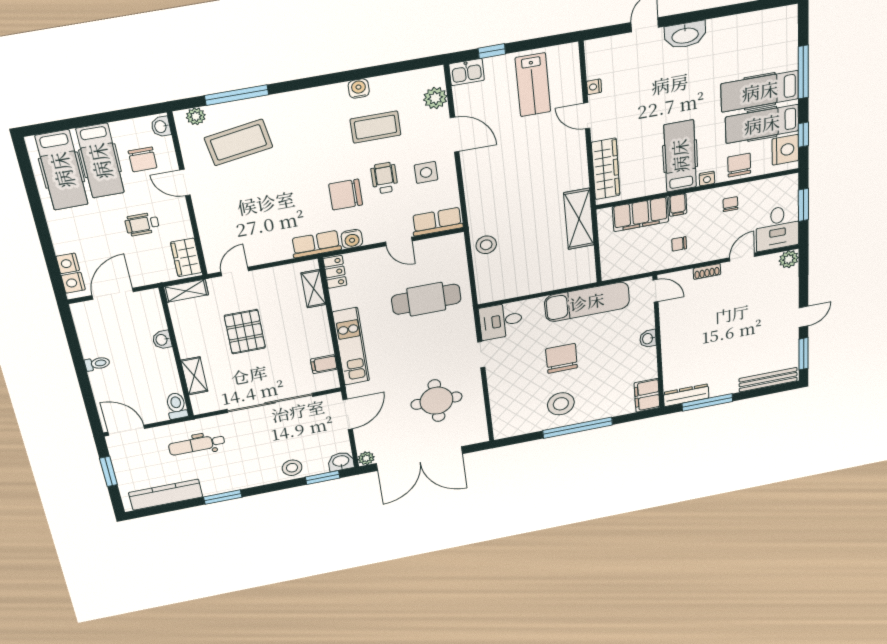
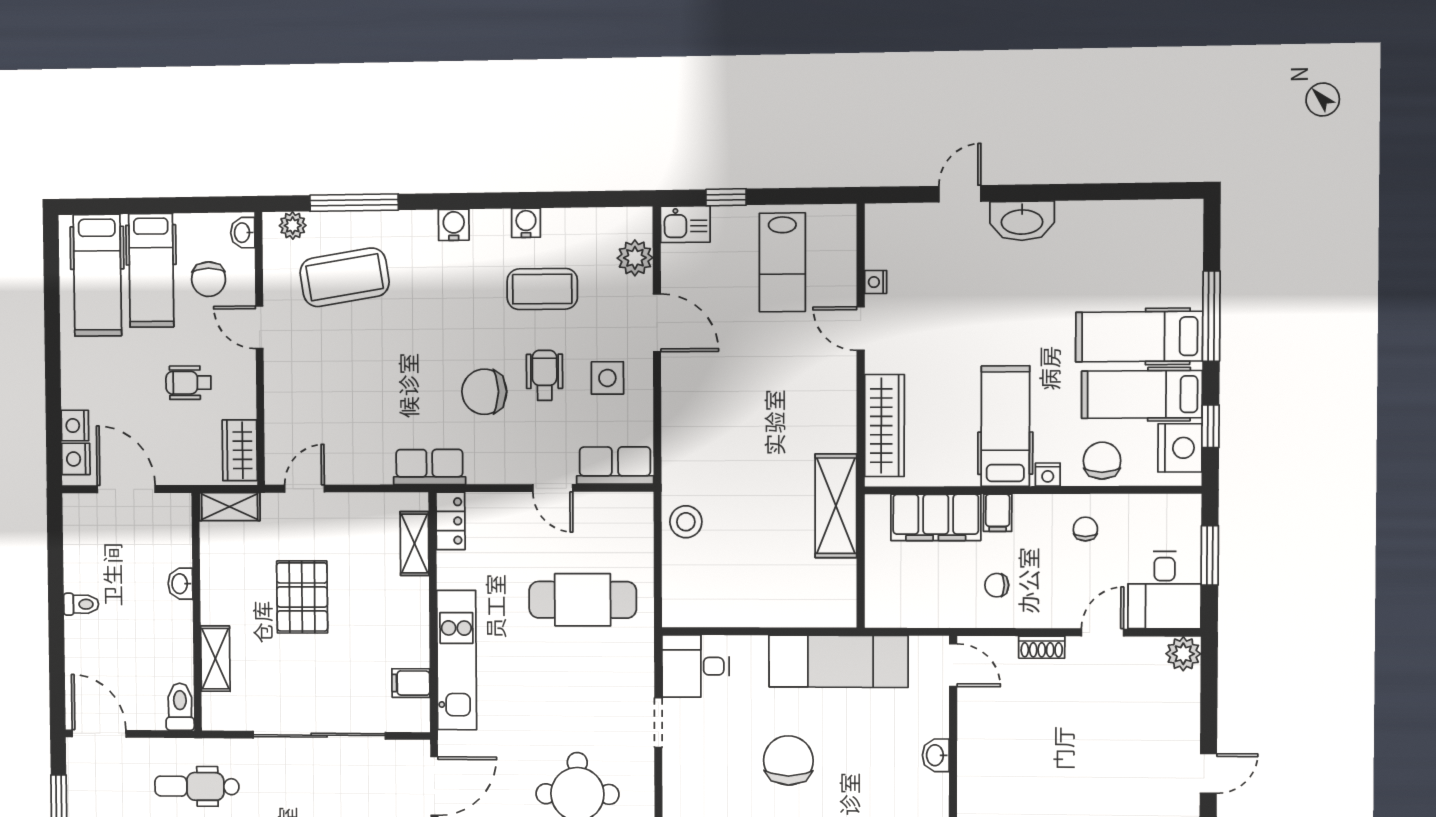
water cooler: (352, 239) -> (454, 225), moved, turned 180
door: (113, 294) -> (126, 489), hinge flipped

